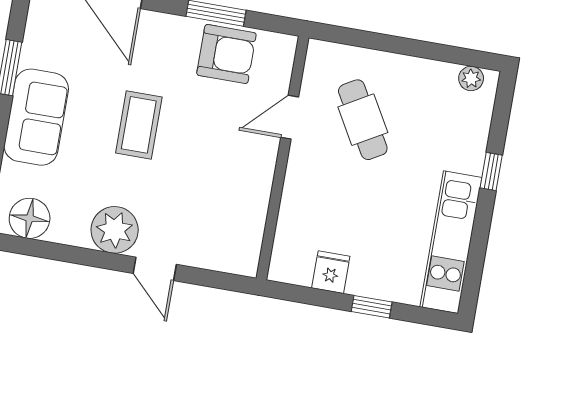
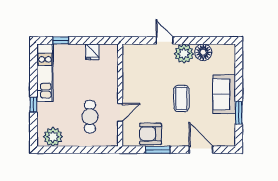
plant: (471, 78) -> (53, 137), width x1.88, depth x1.88
cafe table: (363, 120) -> (90, 117), turned 30
floor lamp: (30, 218) -> (203, 52), moved
window: (372, 307) -> (61, 40), moved

